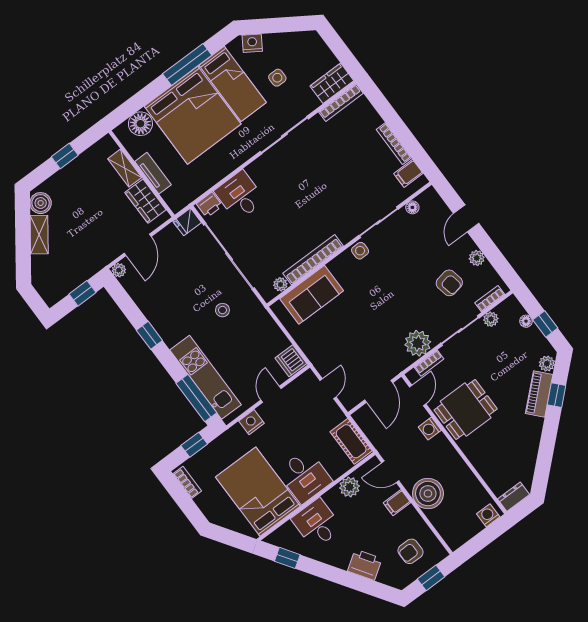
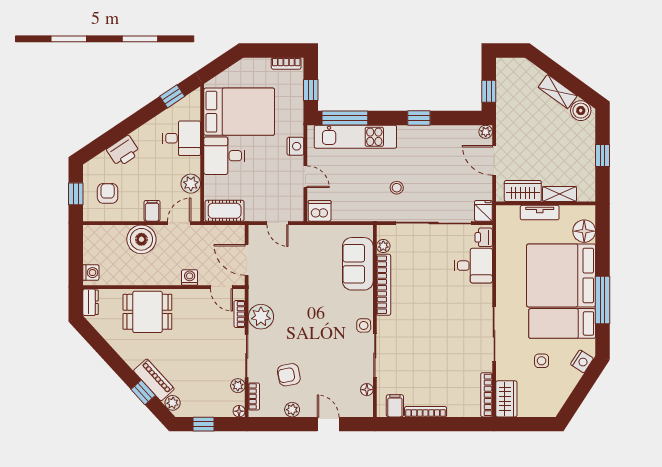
floor lamp: (526, 321) -> (239, 411), moved
dining table: (466, 409) -> (147, 312), moved, turned 90

